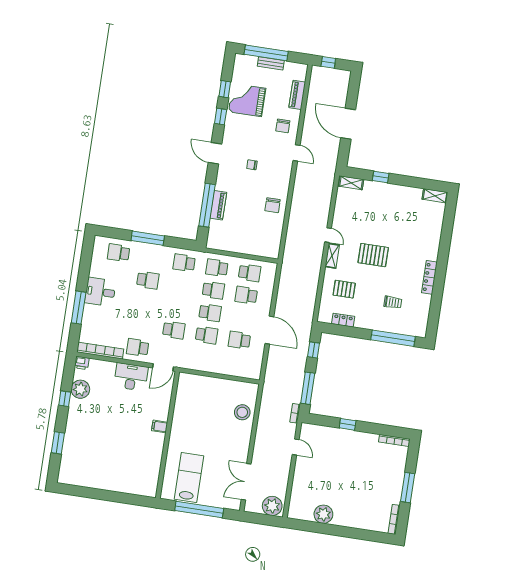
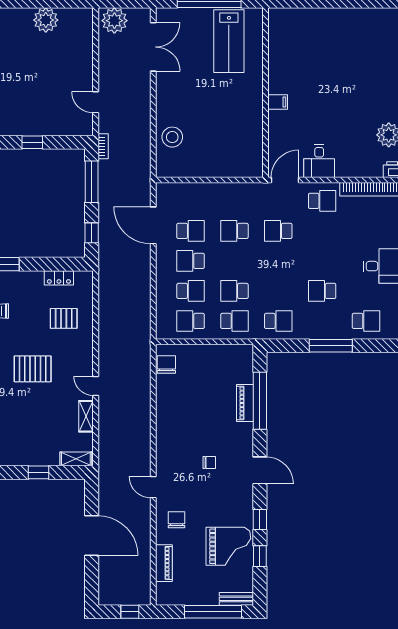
bench: (271, 63) -> (236, 599), moved
chair: (273, 205) -> (166, 364), moved
shelving: (332, 256) -> (86, 416), moved
school desk: (210, 313) -> (191, 261), moved
door: (269, 330) -> (153, 225), moved
desk: (131, 377) -> (319, 161), width x0.73

